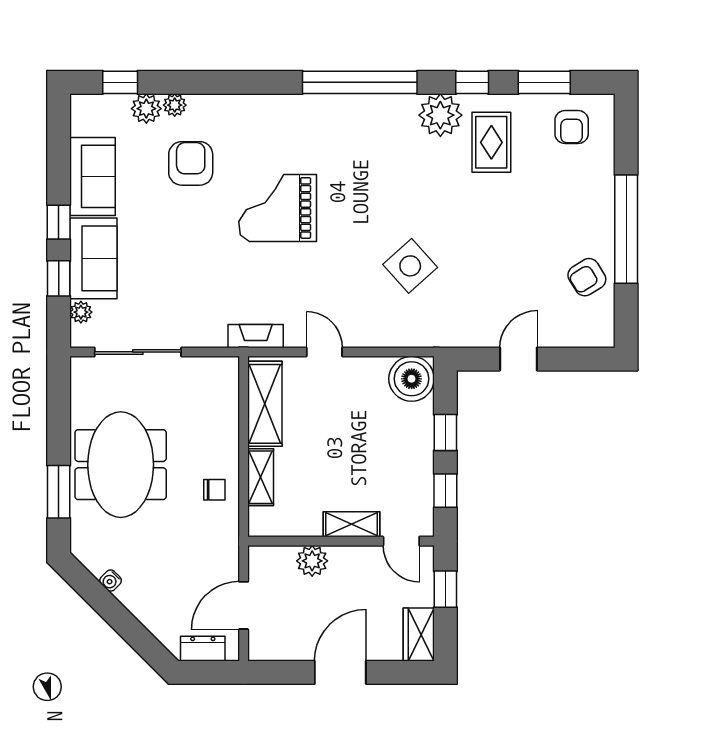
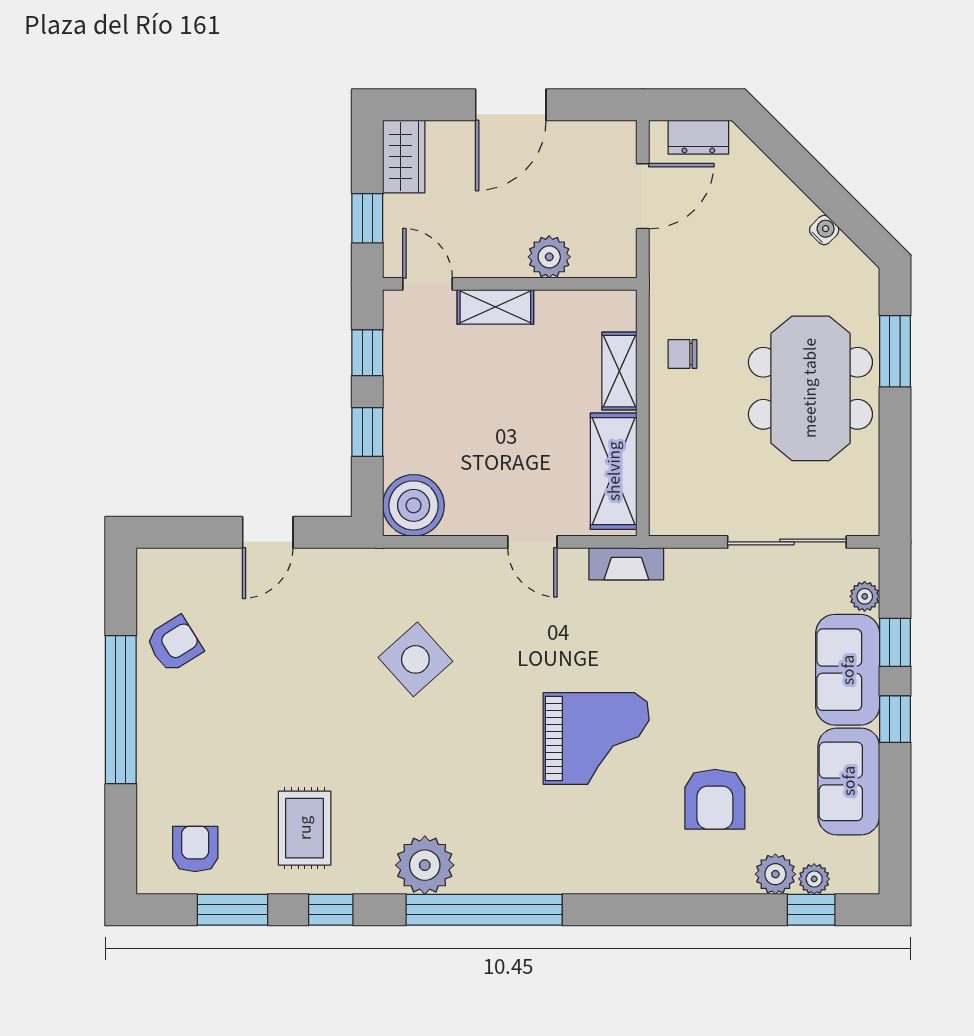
plant: (175, 105) -> (814, 879), moved
plant: (440, 115) -> (425, 865), moved

